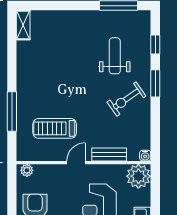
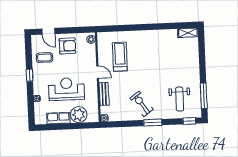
window: (155, 45) -> (189, 121), moved
weight bench: (115, 56) -> (180, 99), moved, turned 90
window: (12, 112) -> (130, 28), removed
plant: (138, 176) -> (79, 115), moved

